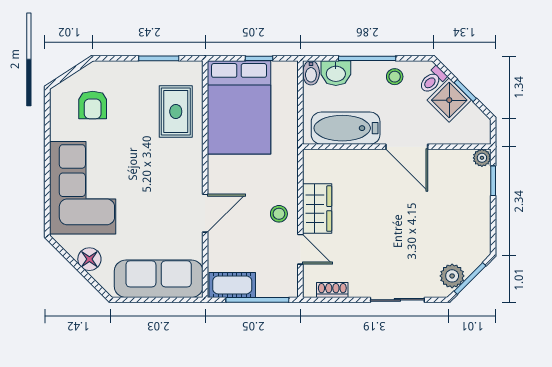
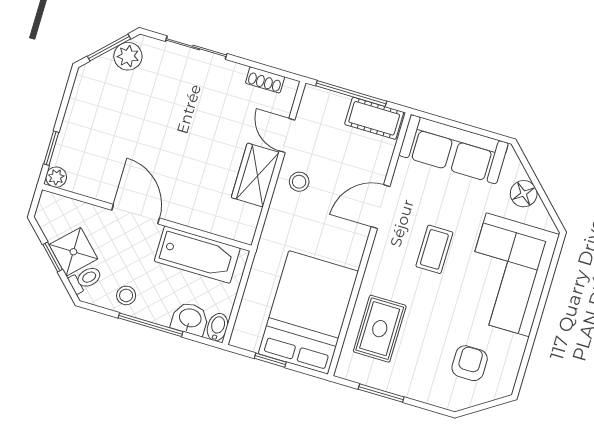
coffee table: (150, 191) -> (434, 249), added

